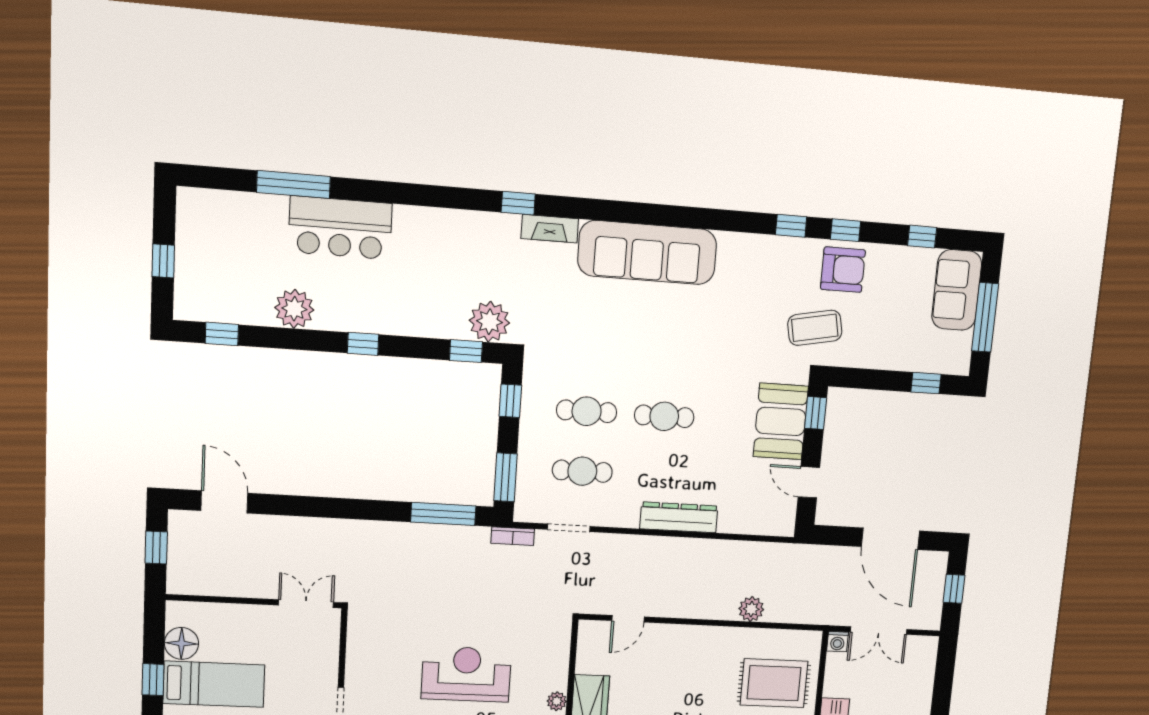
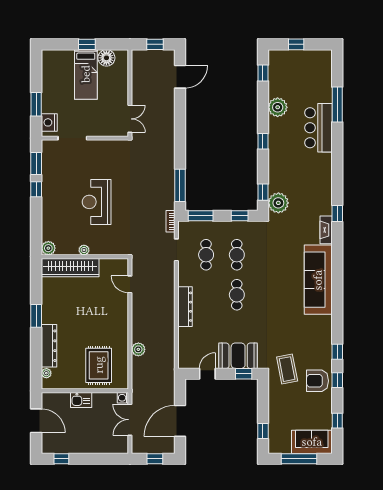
armchair: (843, 270) -> (317, 381), turned 90
reception desk: (466, 674) -> (97, 202), turned 180

